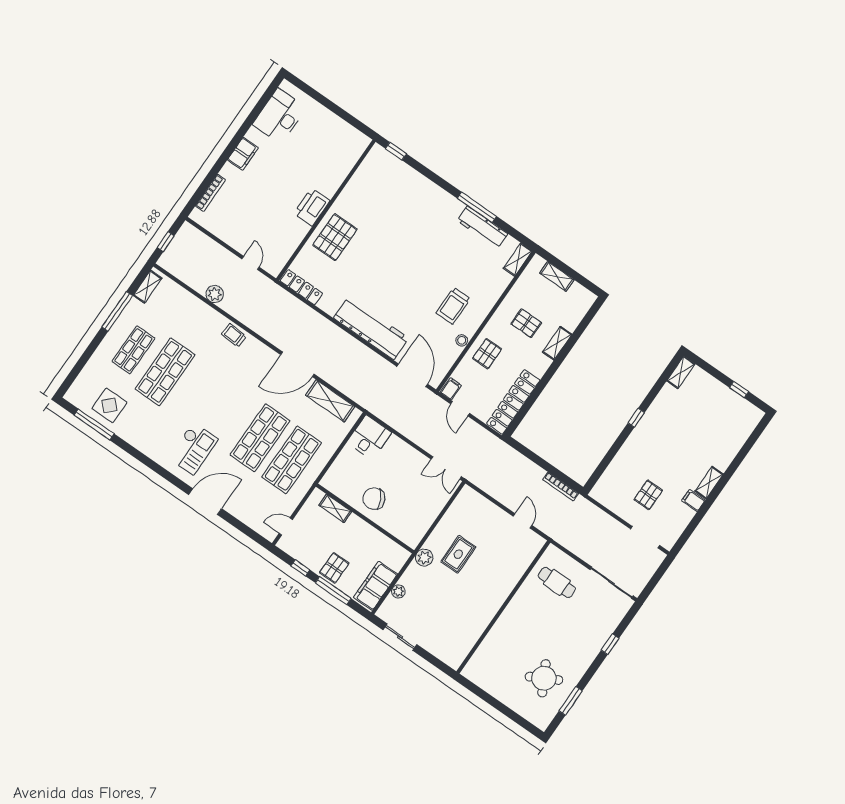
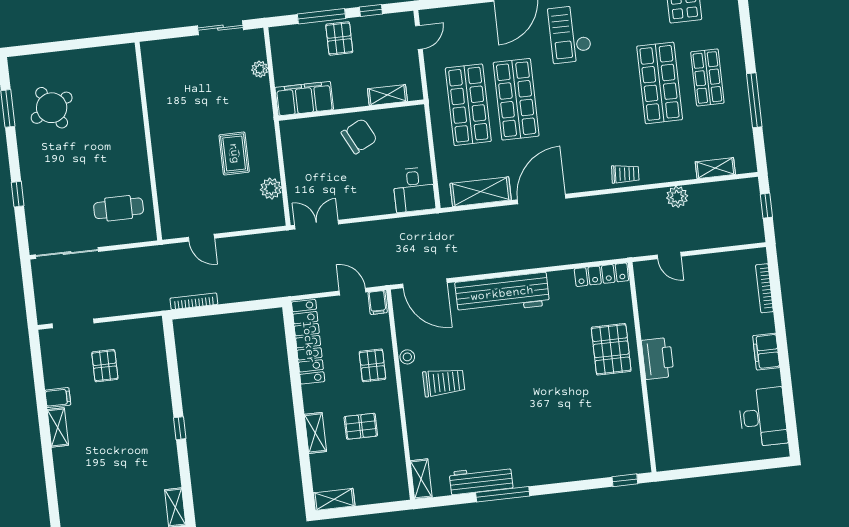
shelving: (557, 276) -> (334, 499), moved
shelving: (148, 287) -> (715, 168), moved, turned 90
trolley: (453, 306) -> (444, 382), turned 90
plant: (424, 558) -> (271, 189), moved
filing cabinet: (375, 586) -> (304, 99), moved, turned -90

